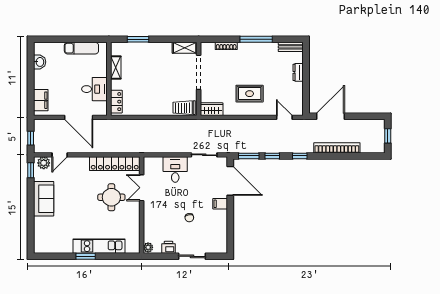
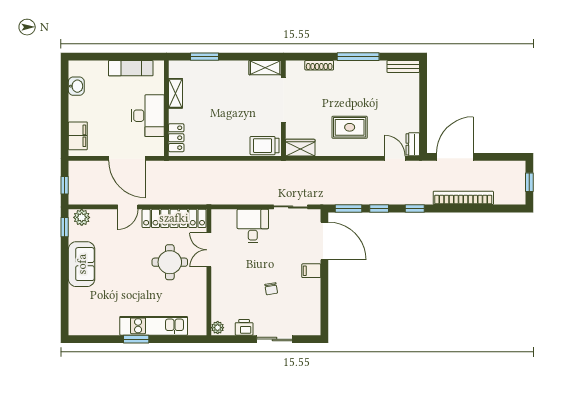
dresser: (298, 72) -> (413, 144), moved
desk: (94, 89) -> (148, 116), width x1.37
door: (60, 155) -> (128, 207), moved

